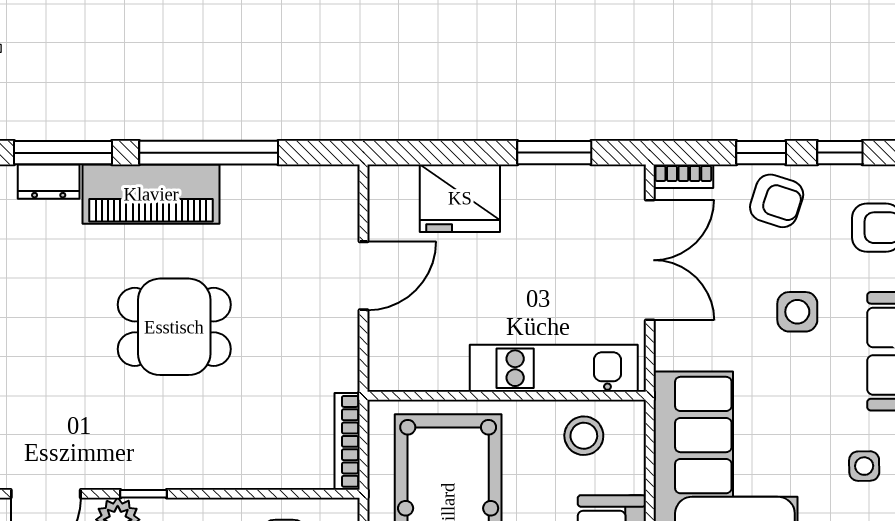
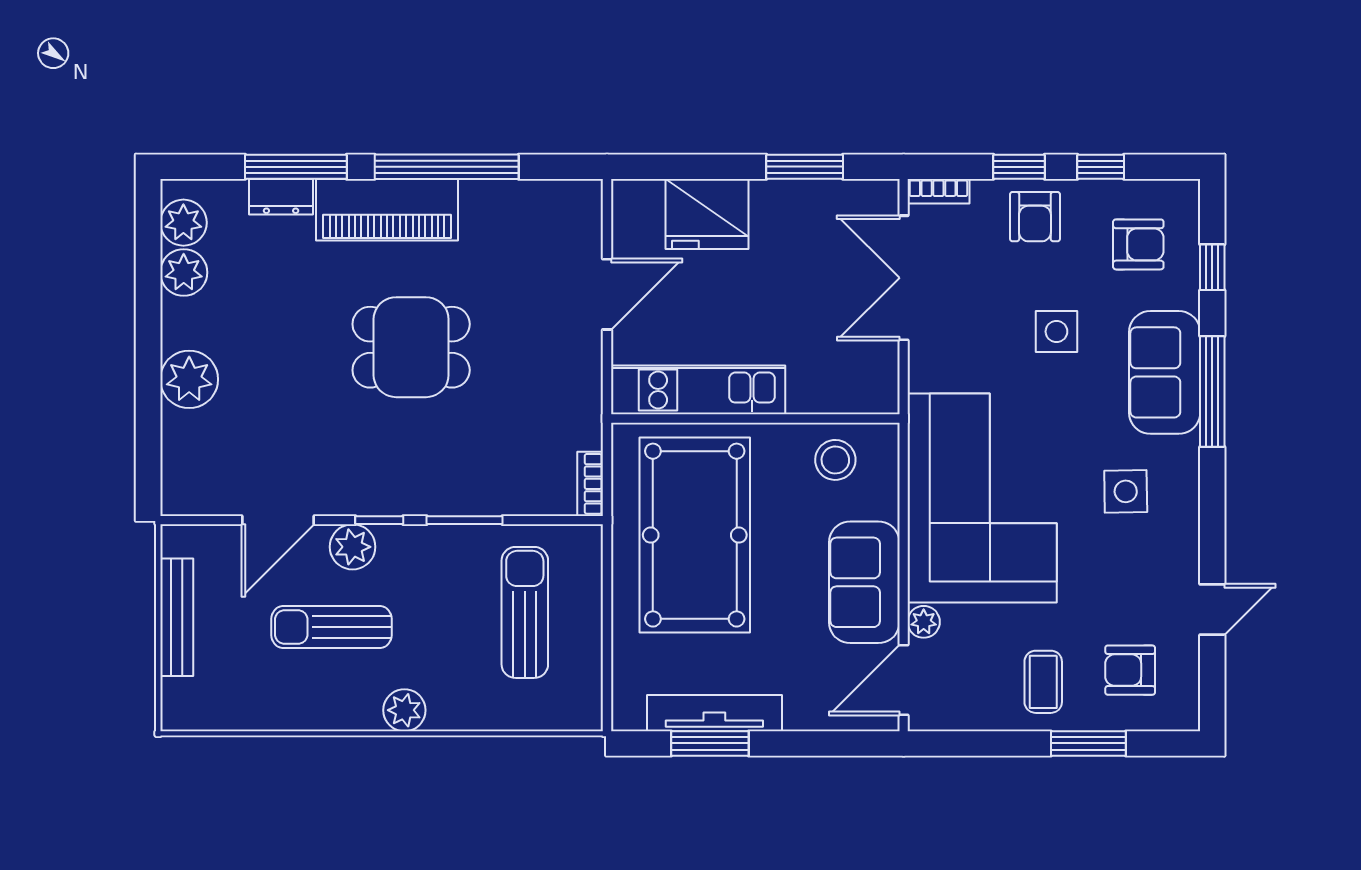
armchair: (777, 201) -> (1035, 217), turned 72
double door: (650, 260) -> (904, 278), swing flipped
kitchen unit: (554, 368) -> (698, 390), moved
bookcase: (347, 441) -> (590, 484), width x0.64
side table: (864, 466) -> (1126, 491), width x1.37, depth x1.37
window: (226, 494) -> (464, 520), added

